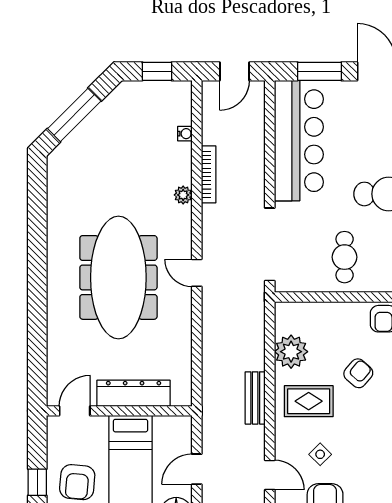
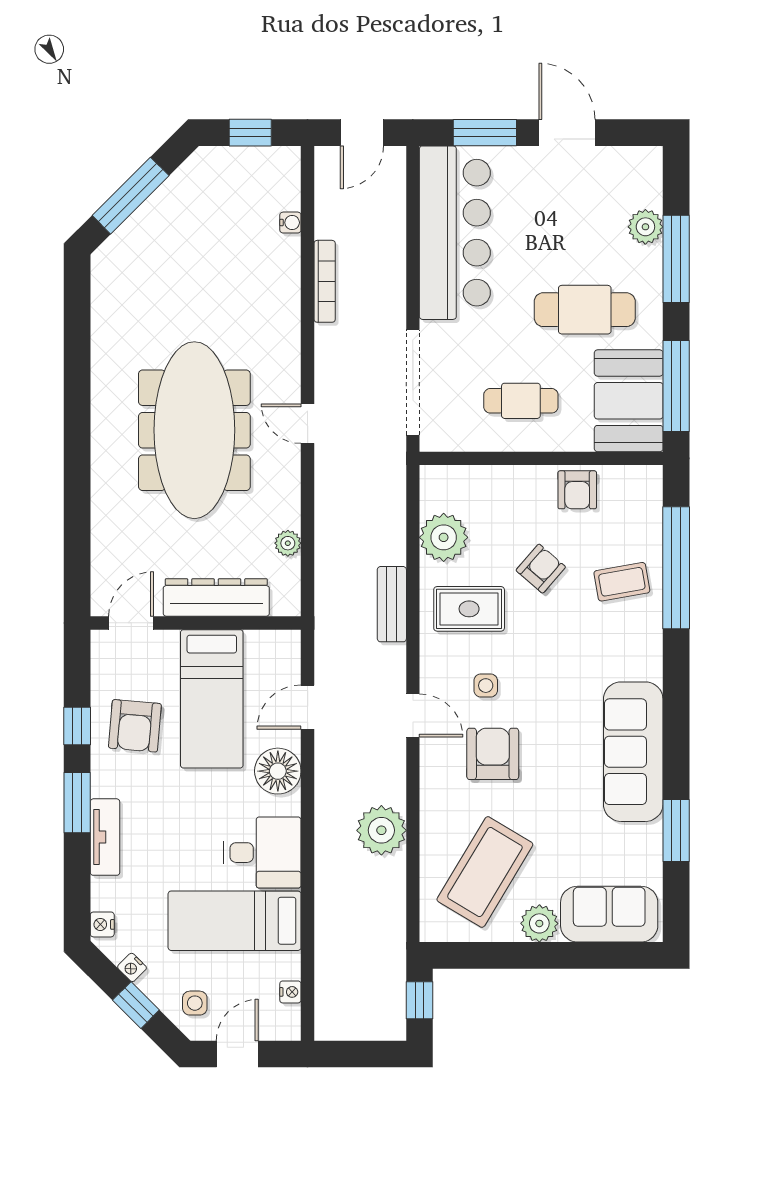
plant: (183, 195) -> (288, 543), moved
cafe table: (345, 257) -> (521, 401), turned 90
side table: (320, 454) -> (486, 686), turned 45

